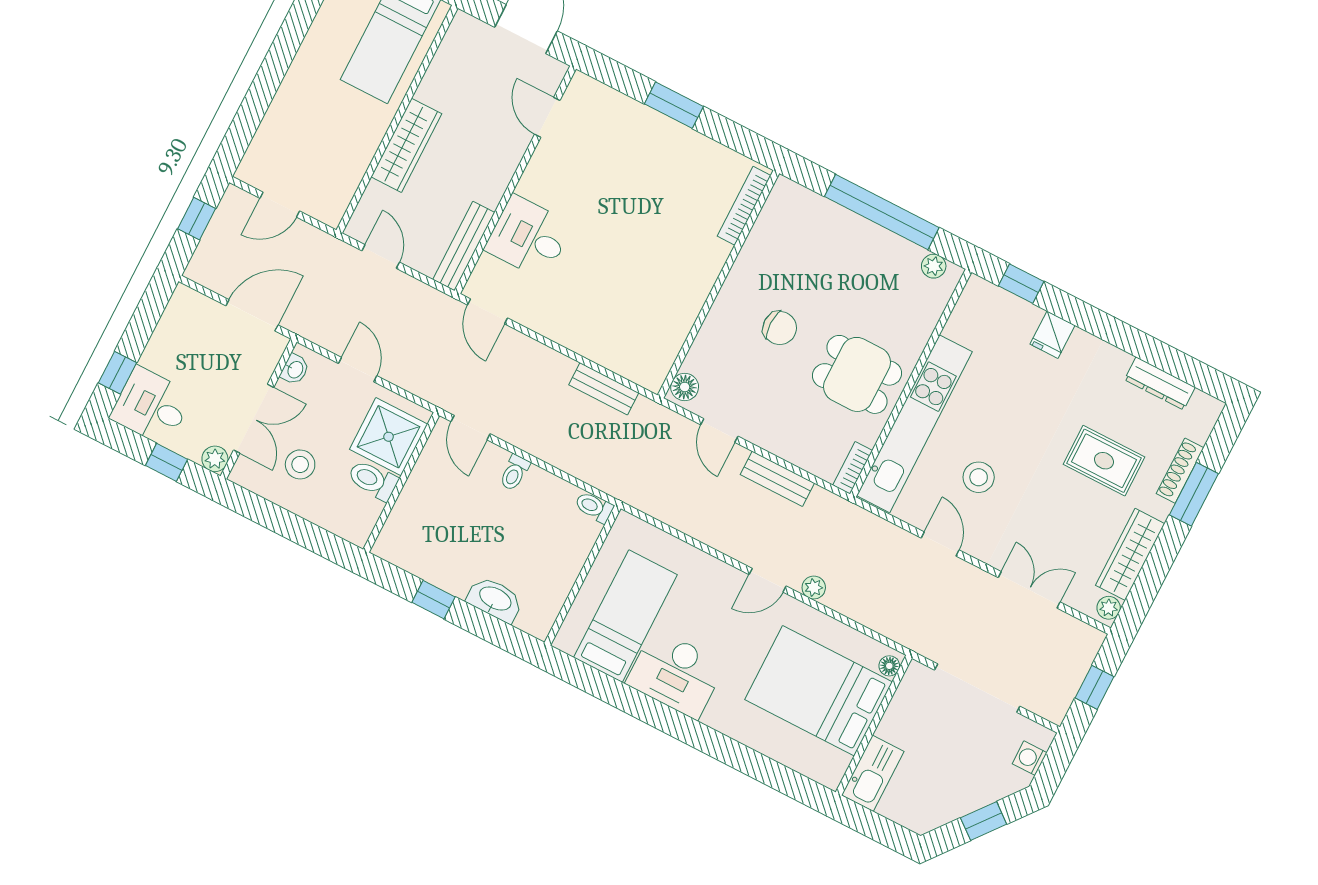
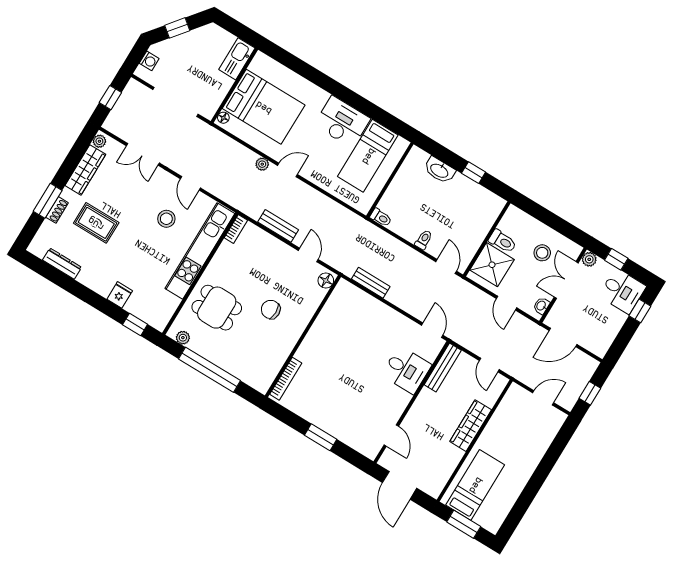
dining table: (857, 374) -> (217, 308), moved
shoe rack: (1180, 471) -> (57, 210), width x0.70

